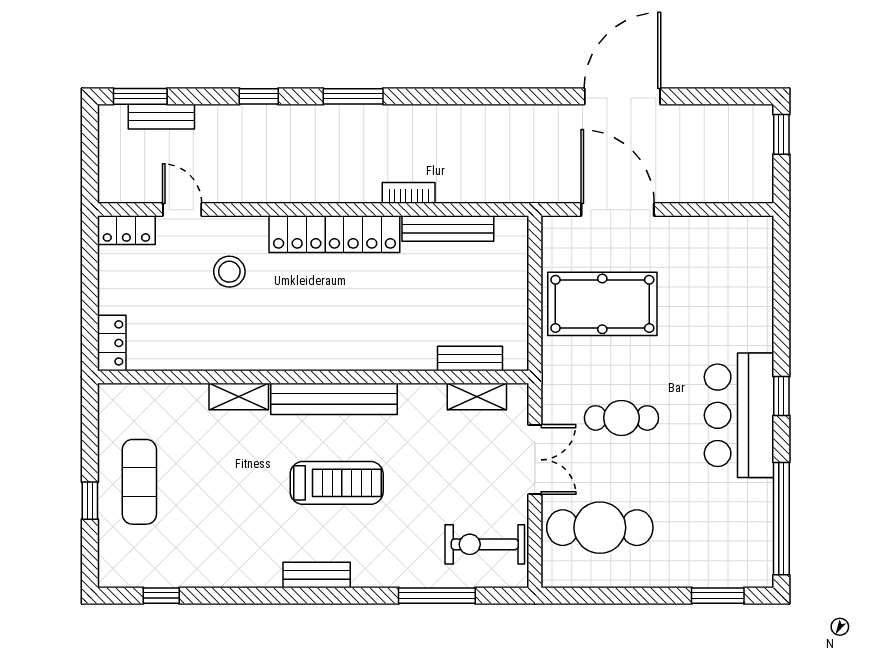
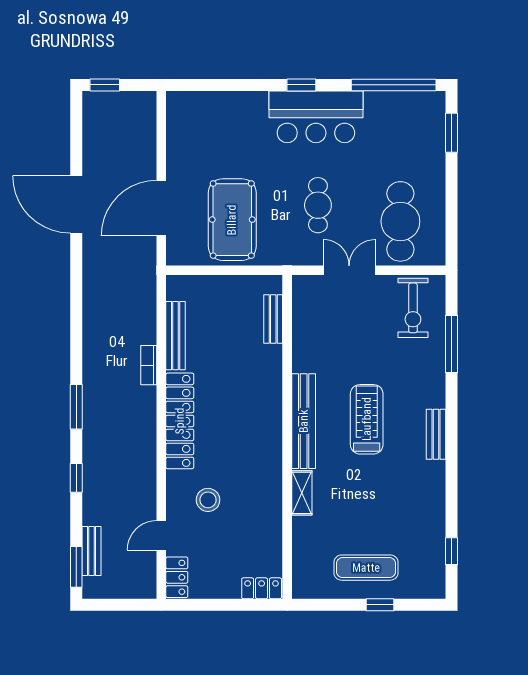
shelving: (477, 396) -> (302, 314), removed

